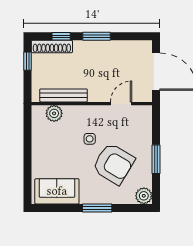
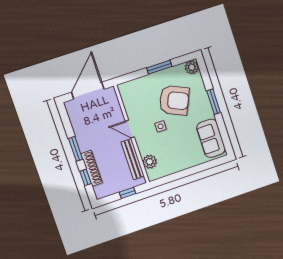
shoe rack: (52, 46) -> (92, 168), moved
window: (28, 61) -> (128, 193), moved
door: (121, 104) -> (130, 129), moved
armchair: (113, 164) -> (174, 100), turned 83

